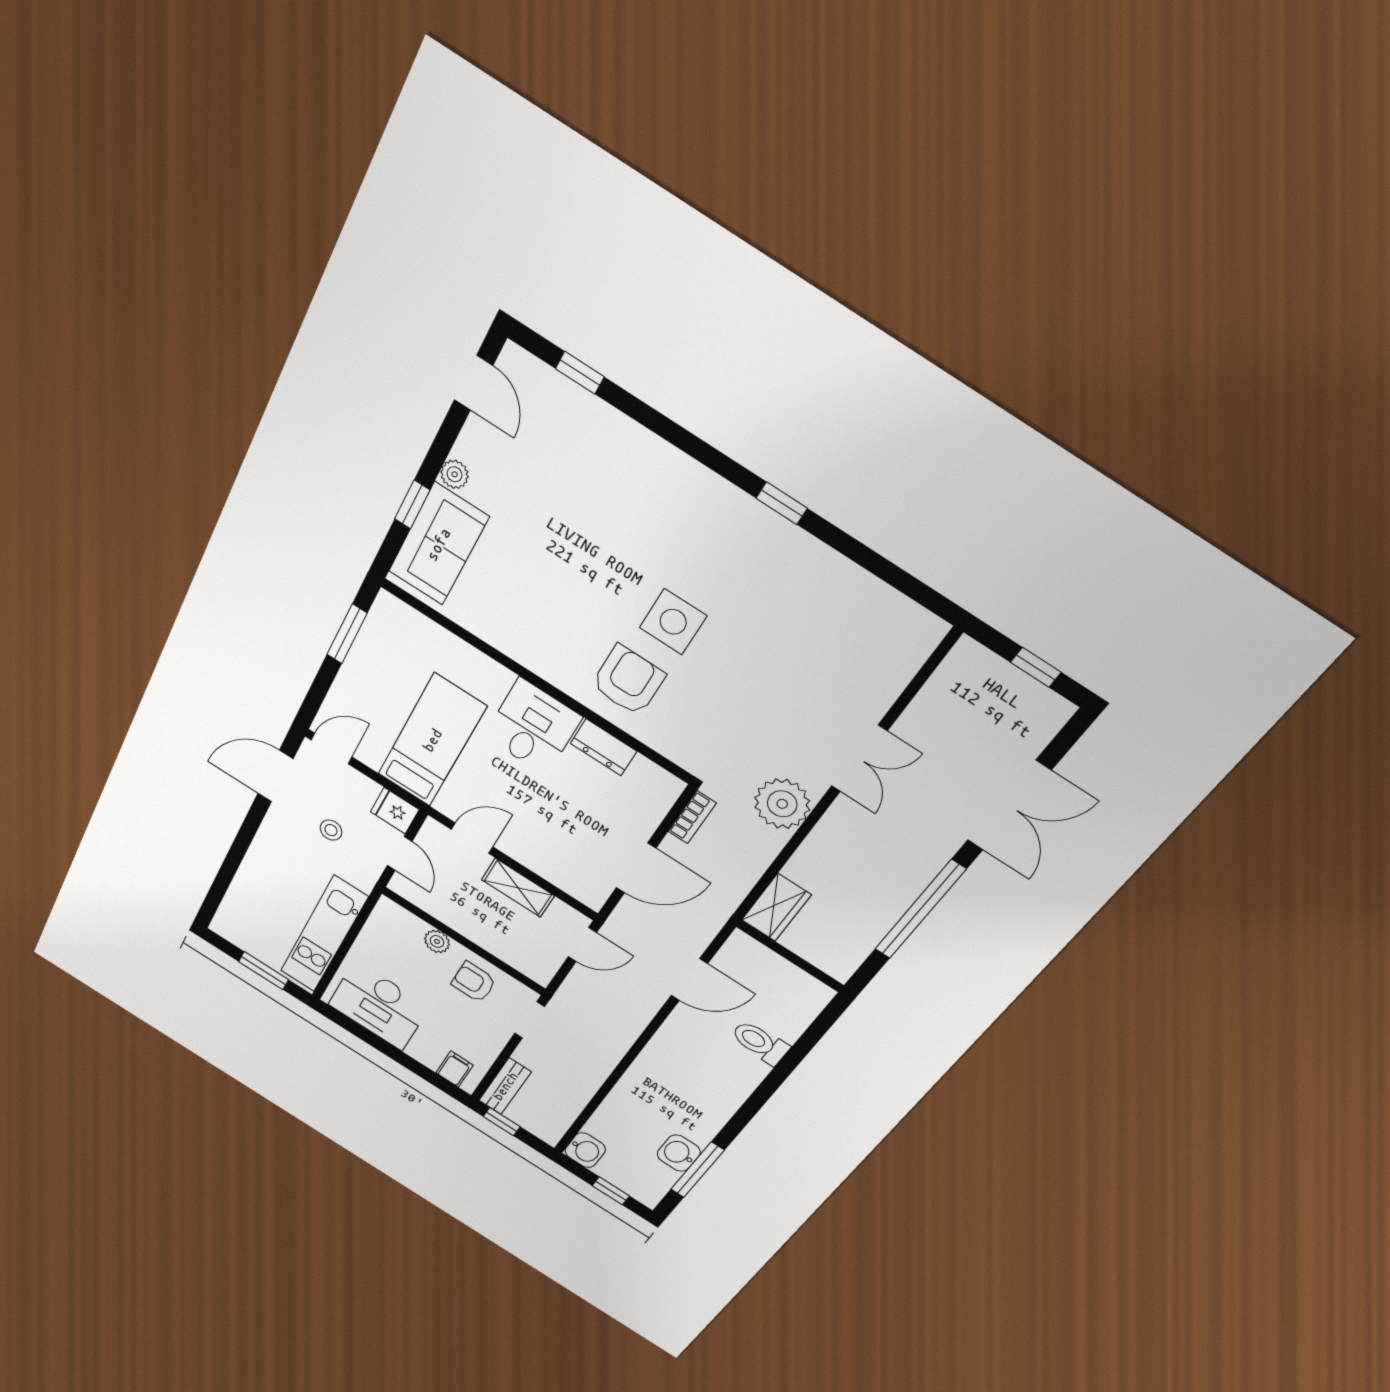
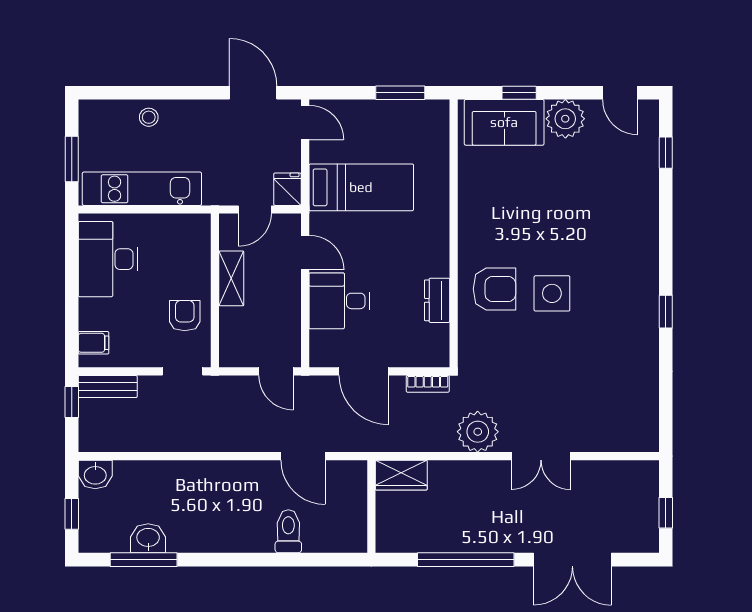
door: (474, 383) -> (620, 93), hinge flipped
plant: (455, 474) -> (565, 119), width x1.88, depth x1.88
desk: (533, 727) -> (339, 301), moved, turned 180
stool: (331, 830) -> (149, 117), moved
shelving: (518, 888) -> (231, 278), moved
plant: (437, 941) -> (200, 272), removed

